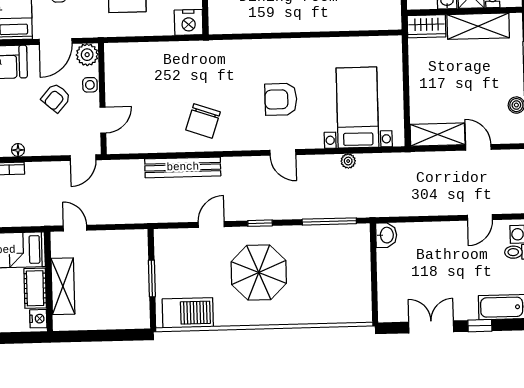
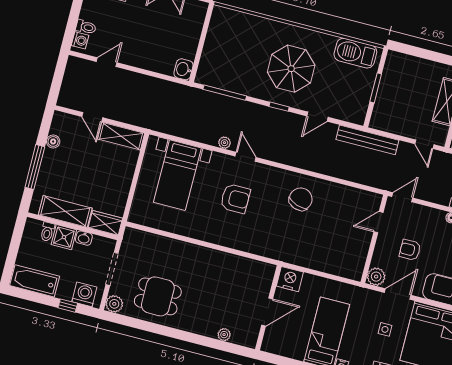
side table: (90, 85) -> (381, 252), removed
armchair: (56, 98) -> (410, 250), turned -131
plant: (348, 161) -> (225, 143), moved
bench: (183, 167) -> (367, 140), moved

